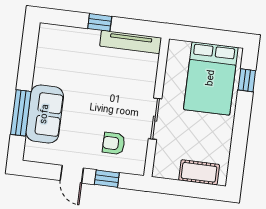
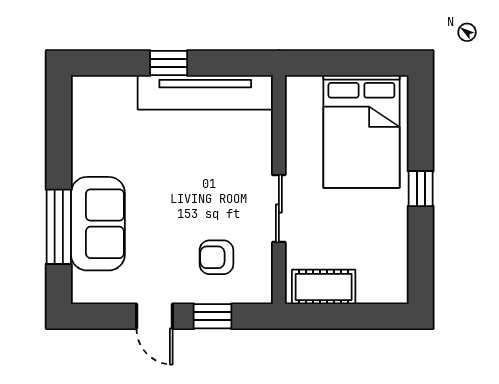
tv unit: (131, 42) -> (205, 92), width x1.36, depth x1.29
window: (247, 80) -> (421, 189), moved
cot: (199, 172) -> (324, 287), moved

